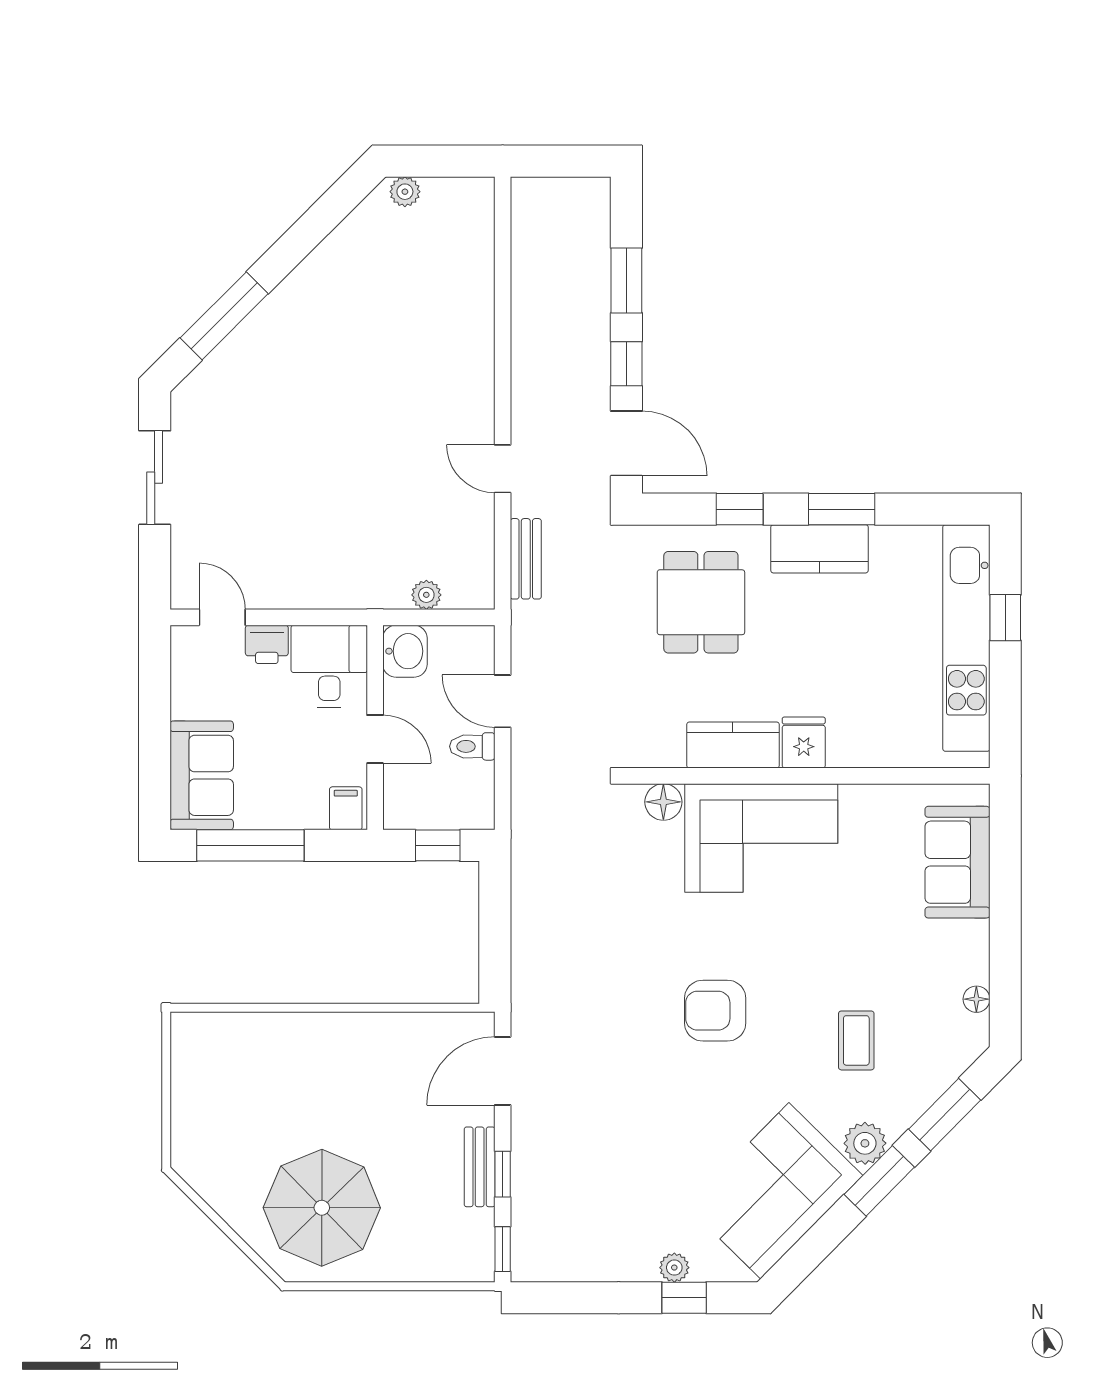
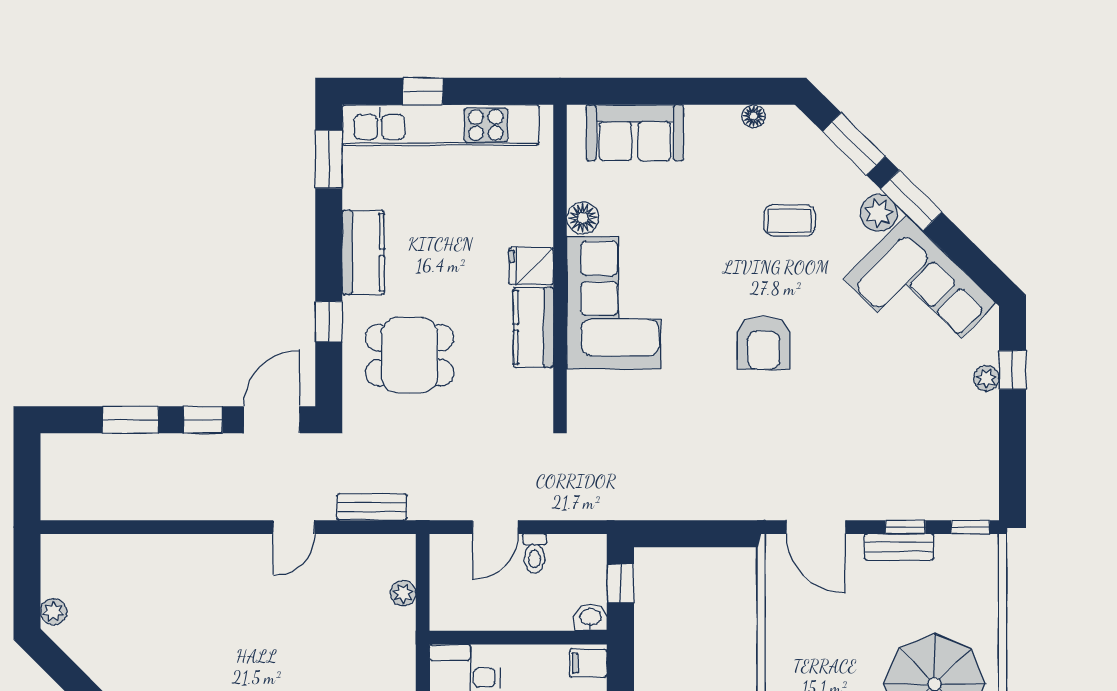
window: (842, 509) -> (329, 159), moved
washbasin: (405, 651) -> (591, 618), moved, width x0.72, depth x0.69
door: (375, 739) -> (528, 638), removed
floor lamp: (663, 802) -> (583, 218), moved

